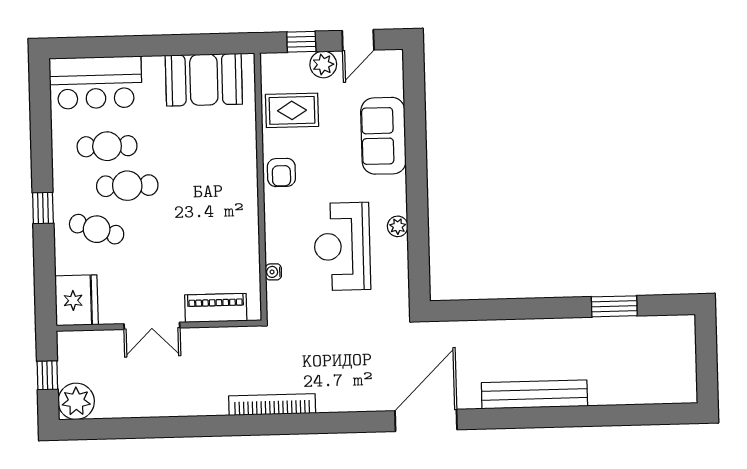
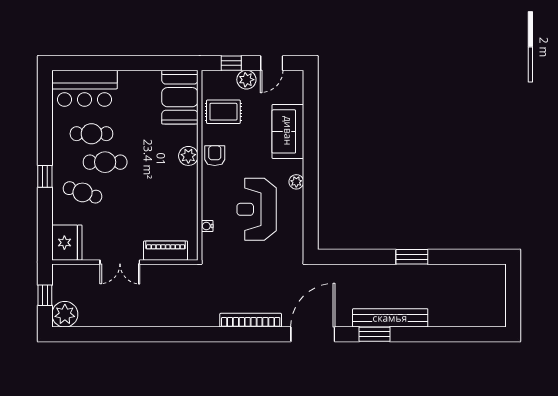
booth: (204, 80) -> (180, 97), moved, turned 90
armchair: (281, 172) -> (215, 156), turned 180
plant: (244, 174) -> (188, 156), added
plant: (398, 226) -> (296, 182), moved
window: (614, 306) -> (412, 257), moved
bookcase: (272, 405) -> (251, 320), moved
window: (513, 418) -> (375, 334), added

